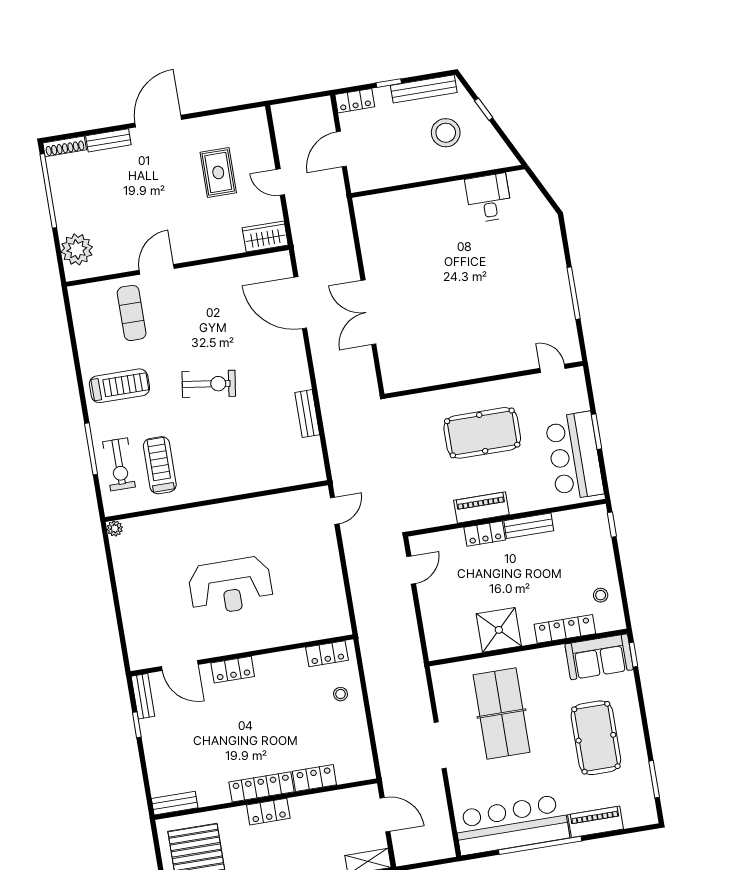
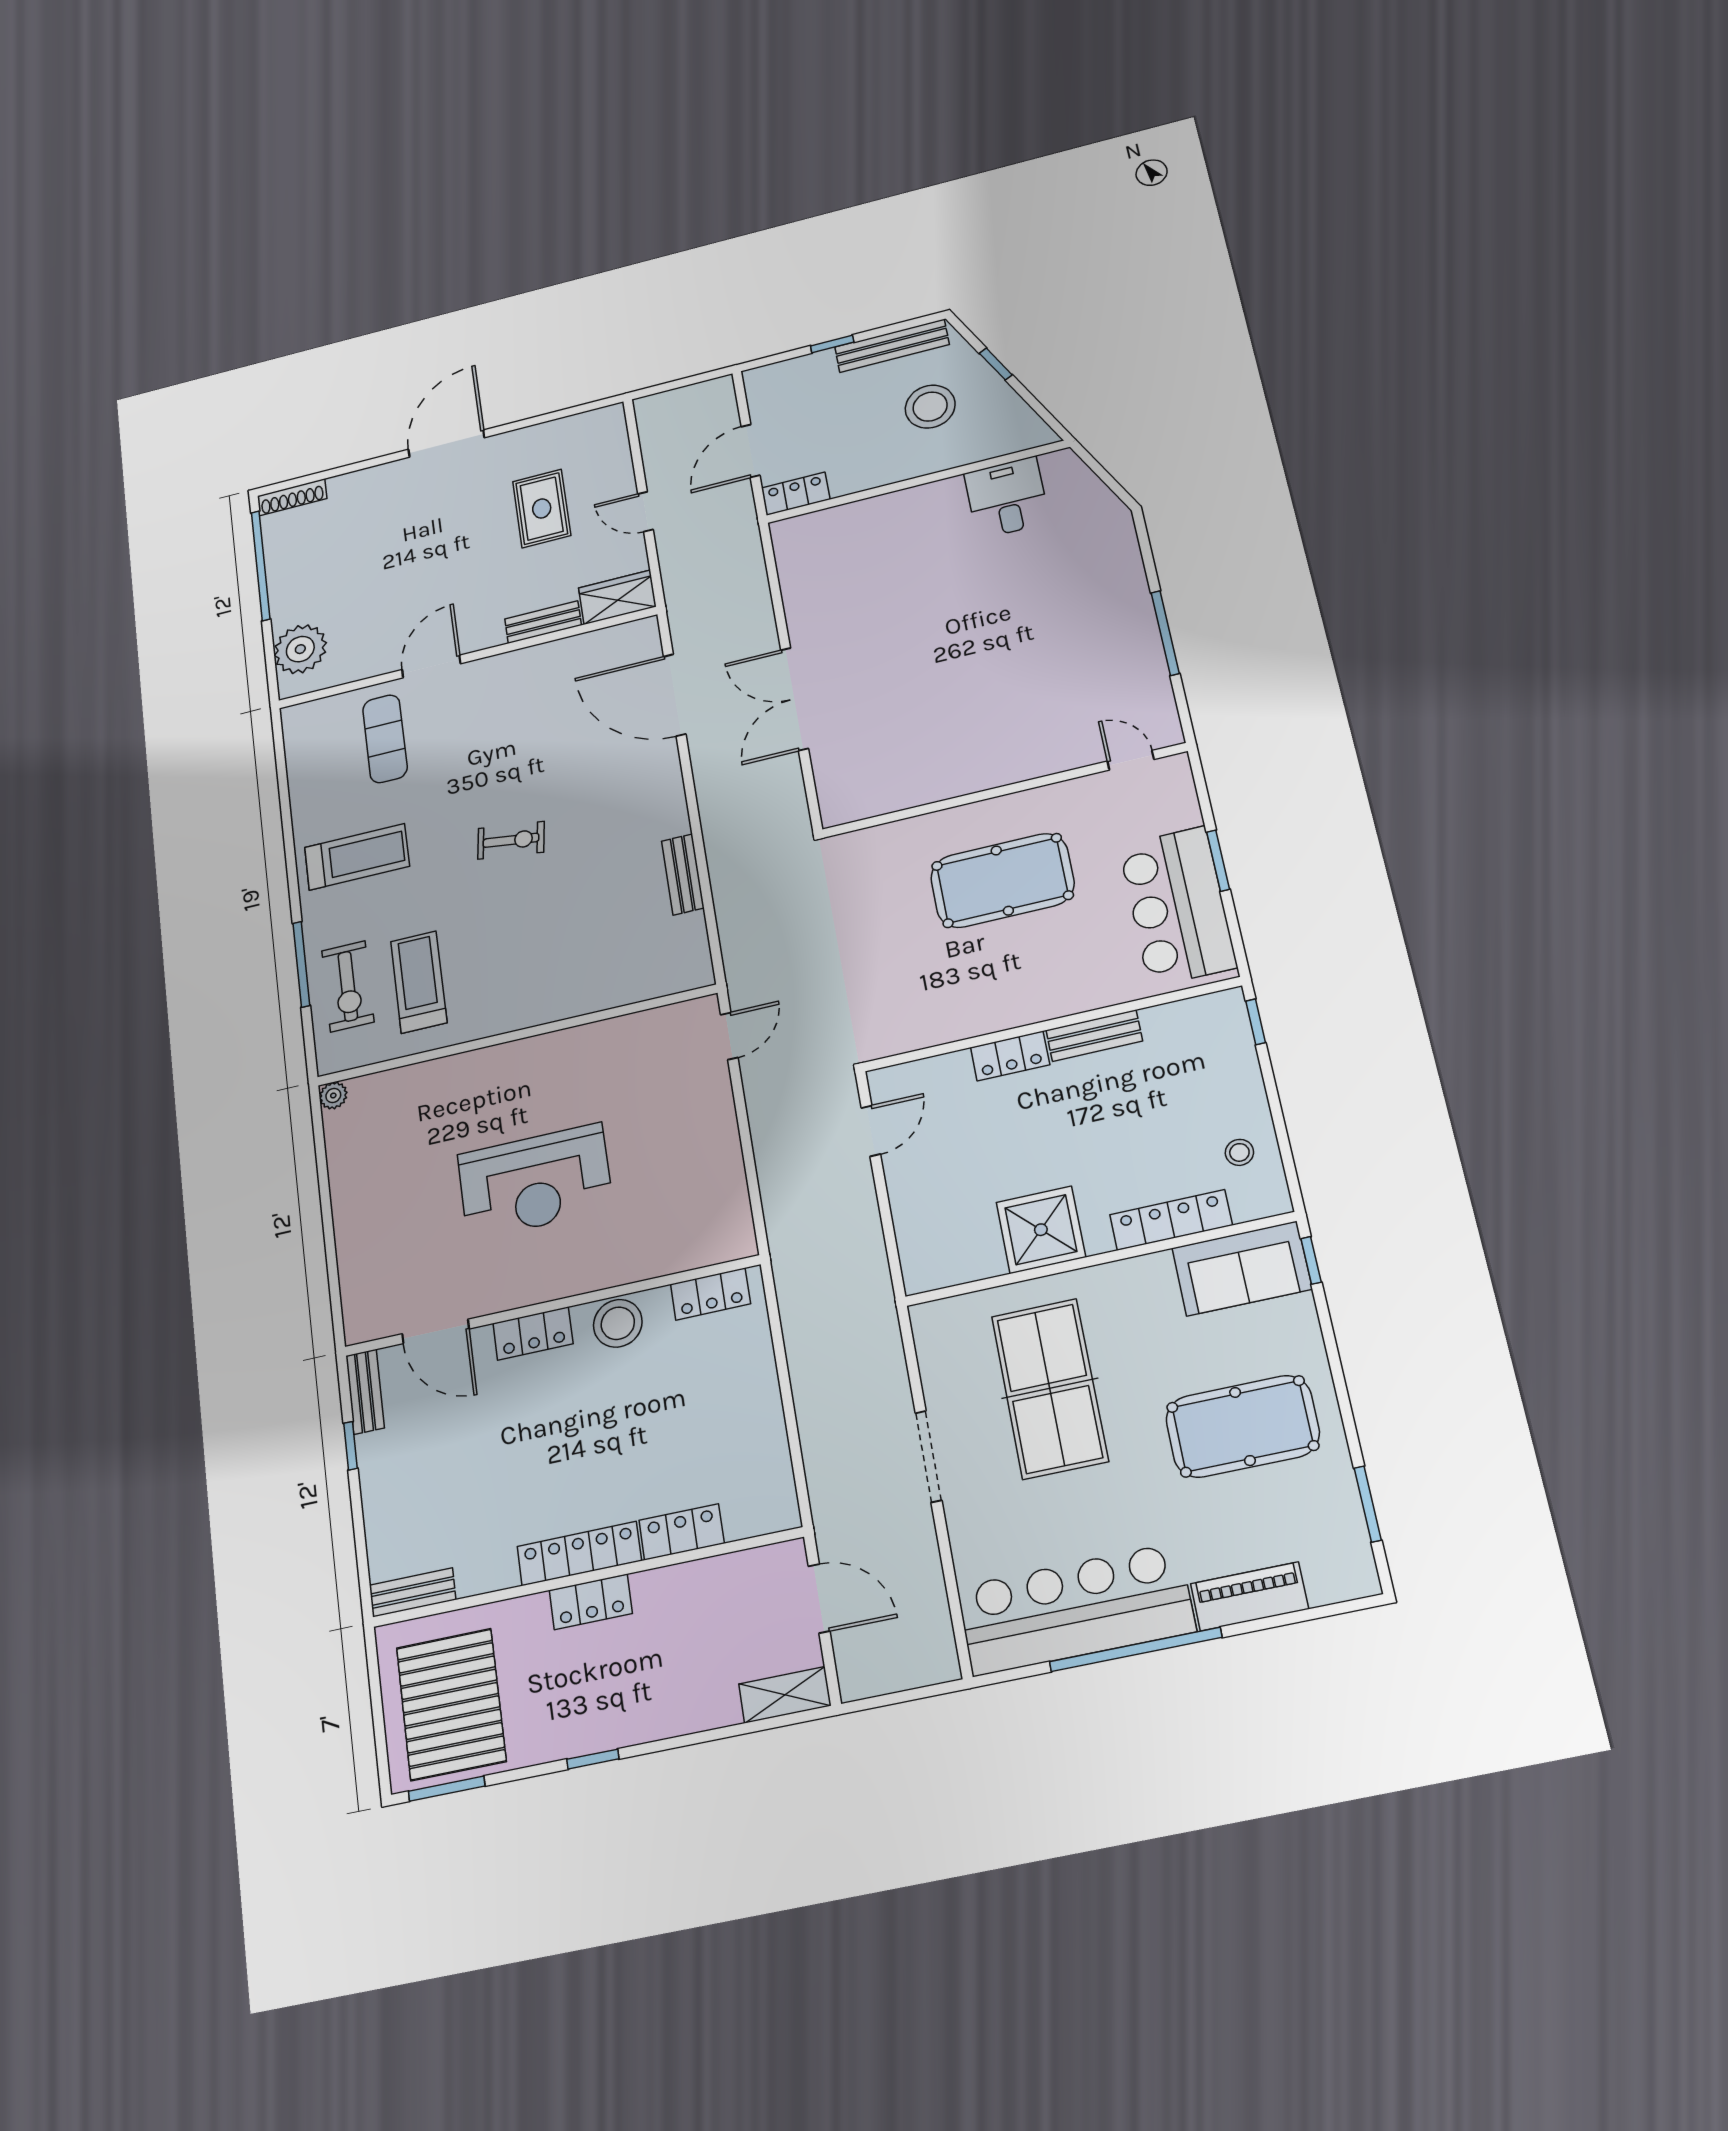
locker: (355, 101) -> (796, 494), moved, turned 180
bench: (108, 140) -> (543, 622), moved
exercise bike: (209, 384) -> (511, 840), width x0.73, depth x0.72
piano: (481, 507) -> (1003, 1010), removed
stool: (340, 694) -> (618, 1323), moved, width x1.89, depth x1.89
pool table: (596, 738) -> (1242, 1426), turned 90

